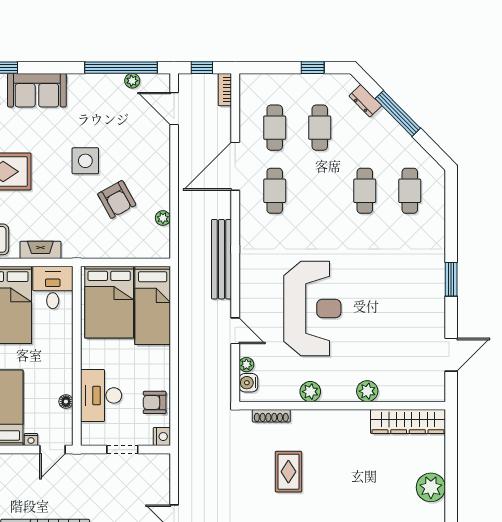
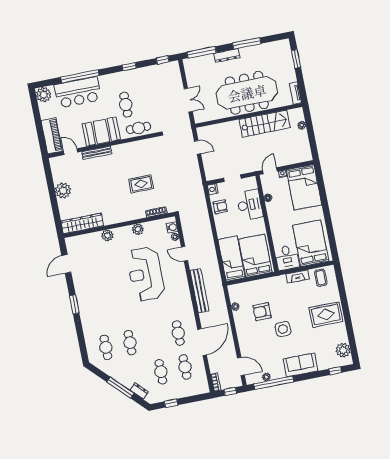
sofa: (37, 90) -> (300, 365), moved
armchair: (117, 199) -> (262, 312), turned -61
rug: (288, 472) -> (141, 184), turned 90

